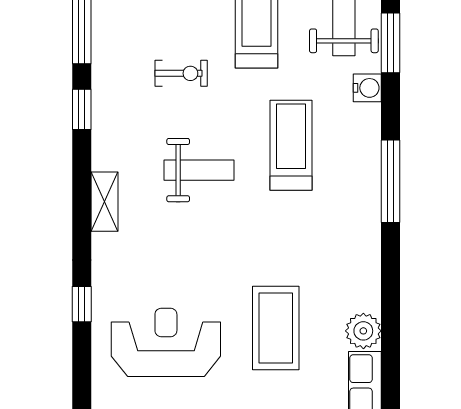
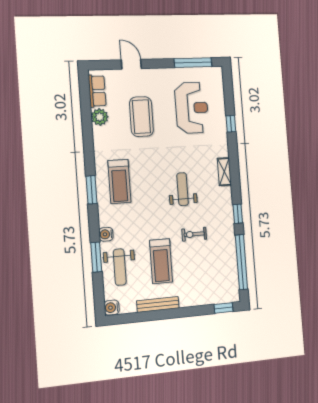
treadmill: (291, 145) -> (119, 181), moved
weight bench: (199, 170) -> (183, 189), turned 90
window: (391, 181) -> (92, 190), width x0.69
reception desk: (166, 342) -> (192, 108), turned -90

